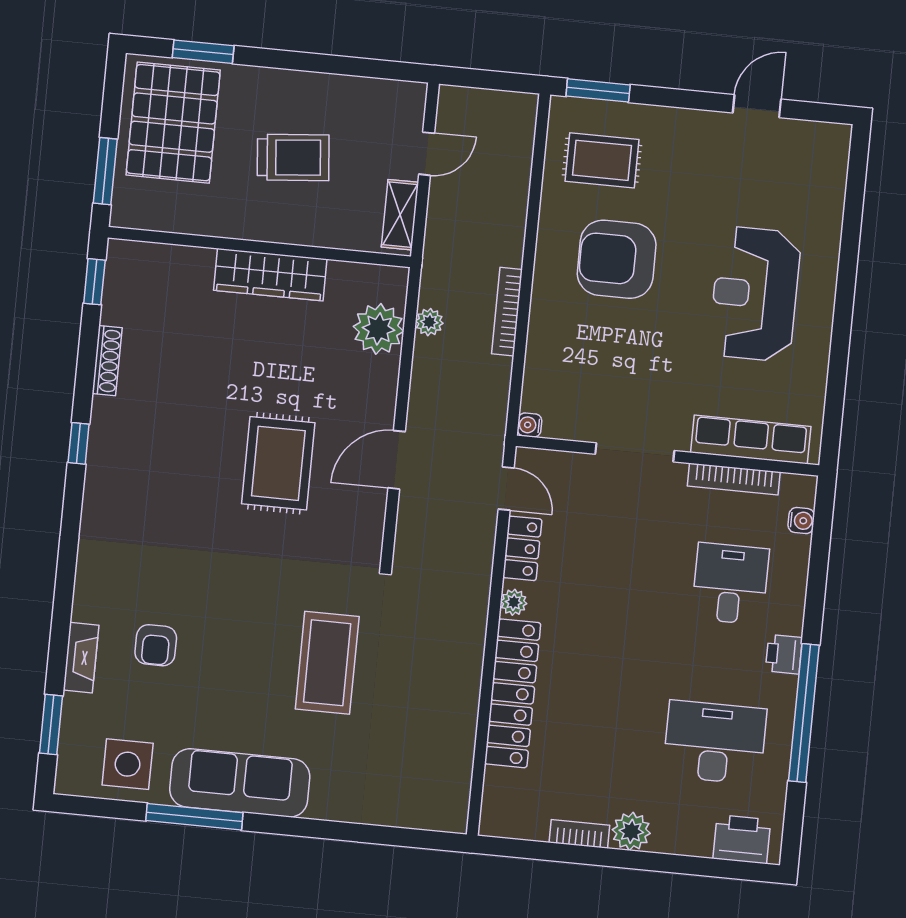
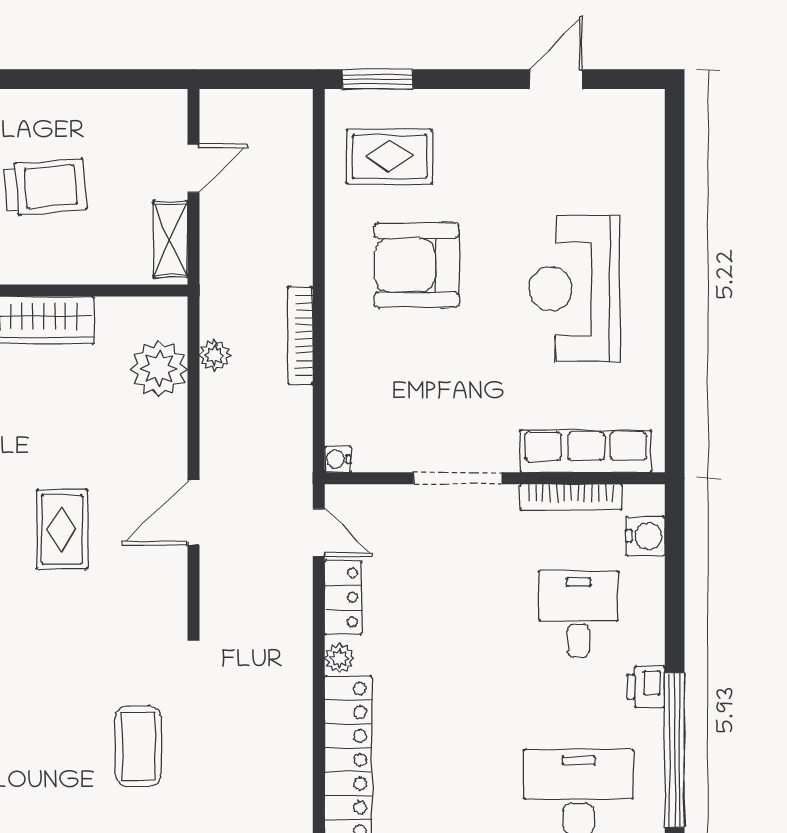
rug: (278, 463) -> (62, 529), width x0.73, depth x0.70
water cooler: (801, 521) -> (645, 536), width x1.38, depth x1.38
coffee table: (327, 663) -> (138, 746), width x0.73, depth x0.76

